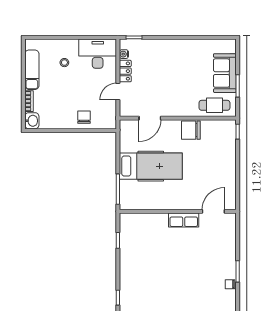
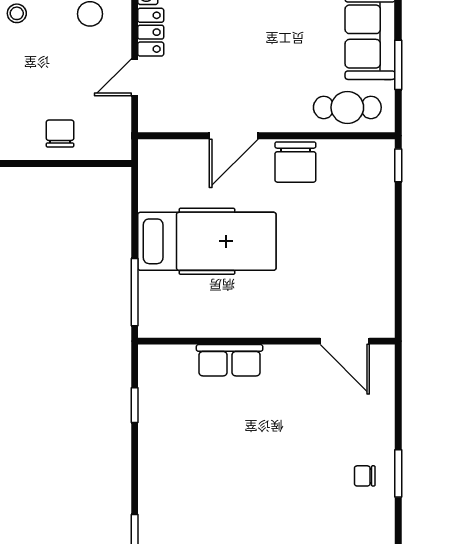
door: (150, 118) -> (234, 136), moved
chair: (191, 130) -> (295, 162), turned -90
door: (213, 211) -> (345, 341), swing flipped
row of seats: (184, 220) -> (230, 360), moved
chair: (230, 284) -> (365, 476), moved

